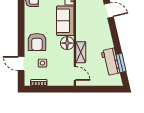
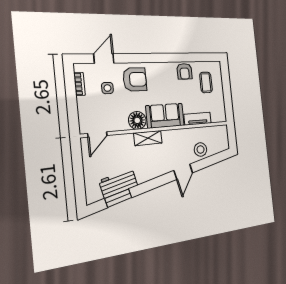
armchair: (37, 42) -> (135, 79), turned 180
shelving: (81, 52) -> (148, 138), moved

